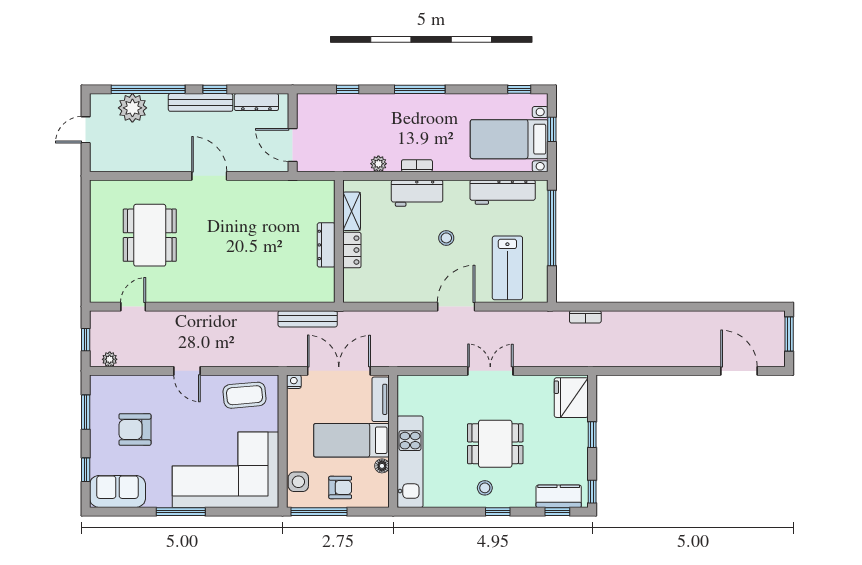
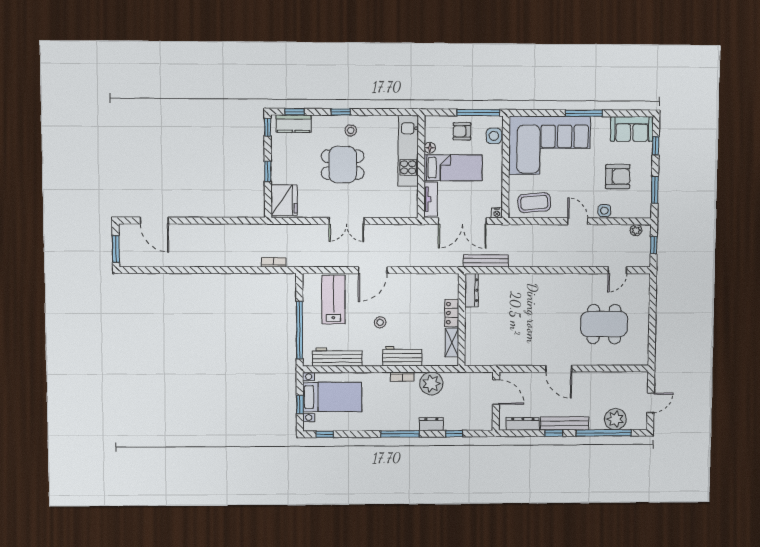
dresser: (378, 102) -> (431, 424), added
plant: (378, 164) -> (431, 384), width x1.88, depth x1.88
dining table: (150, 235) -> (604, 324), turned 90
dresser: (326, 245) -> (472, 290), moved
side table: (152, 385) -> (604, 211), added

